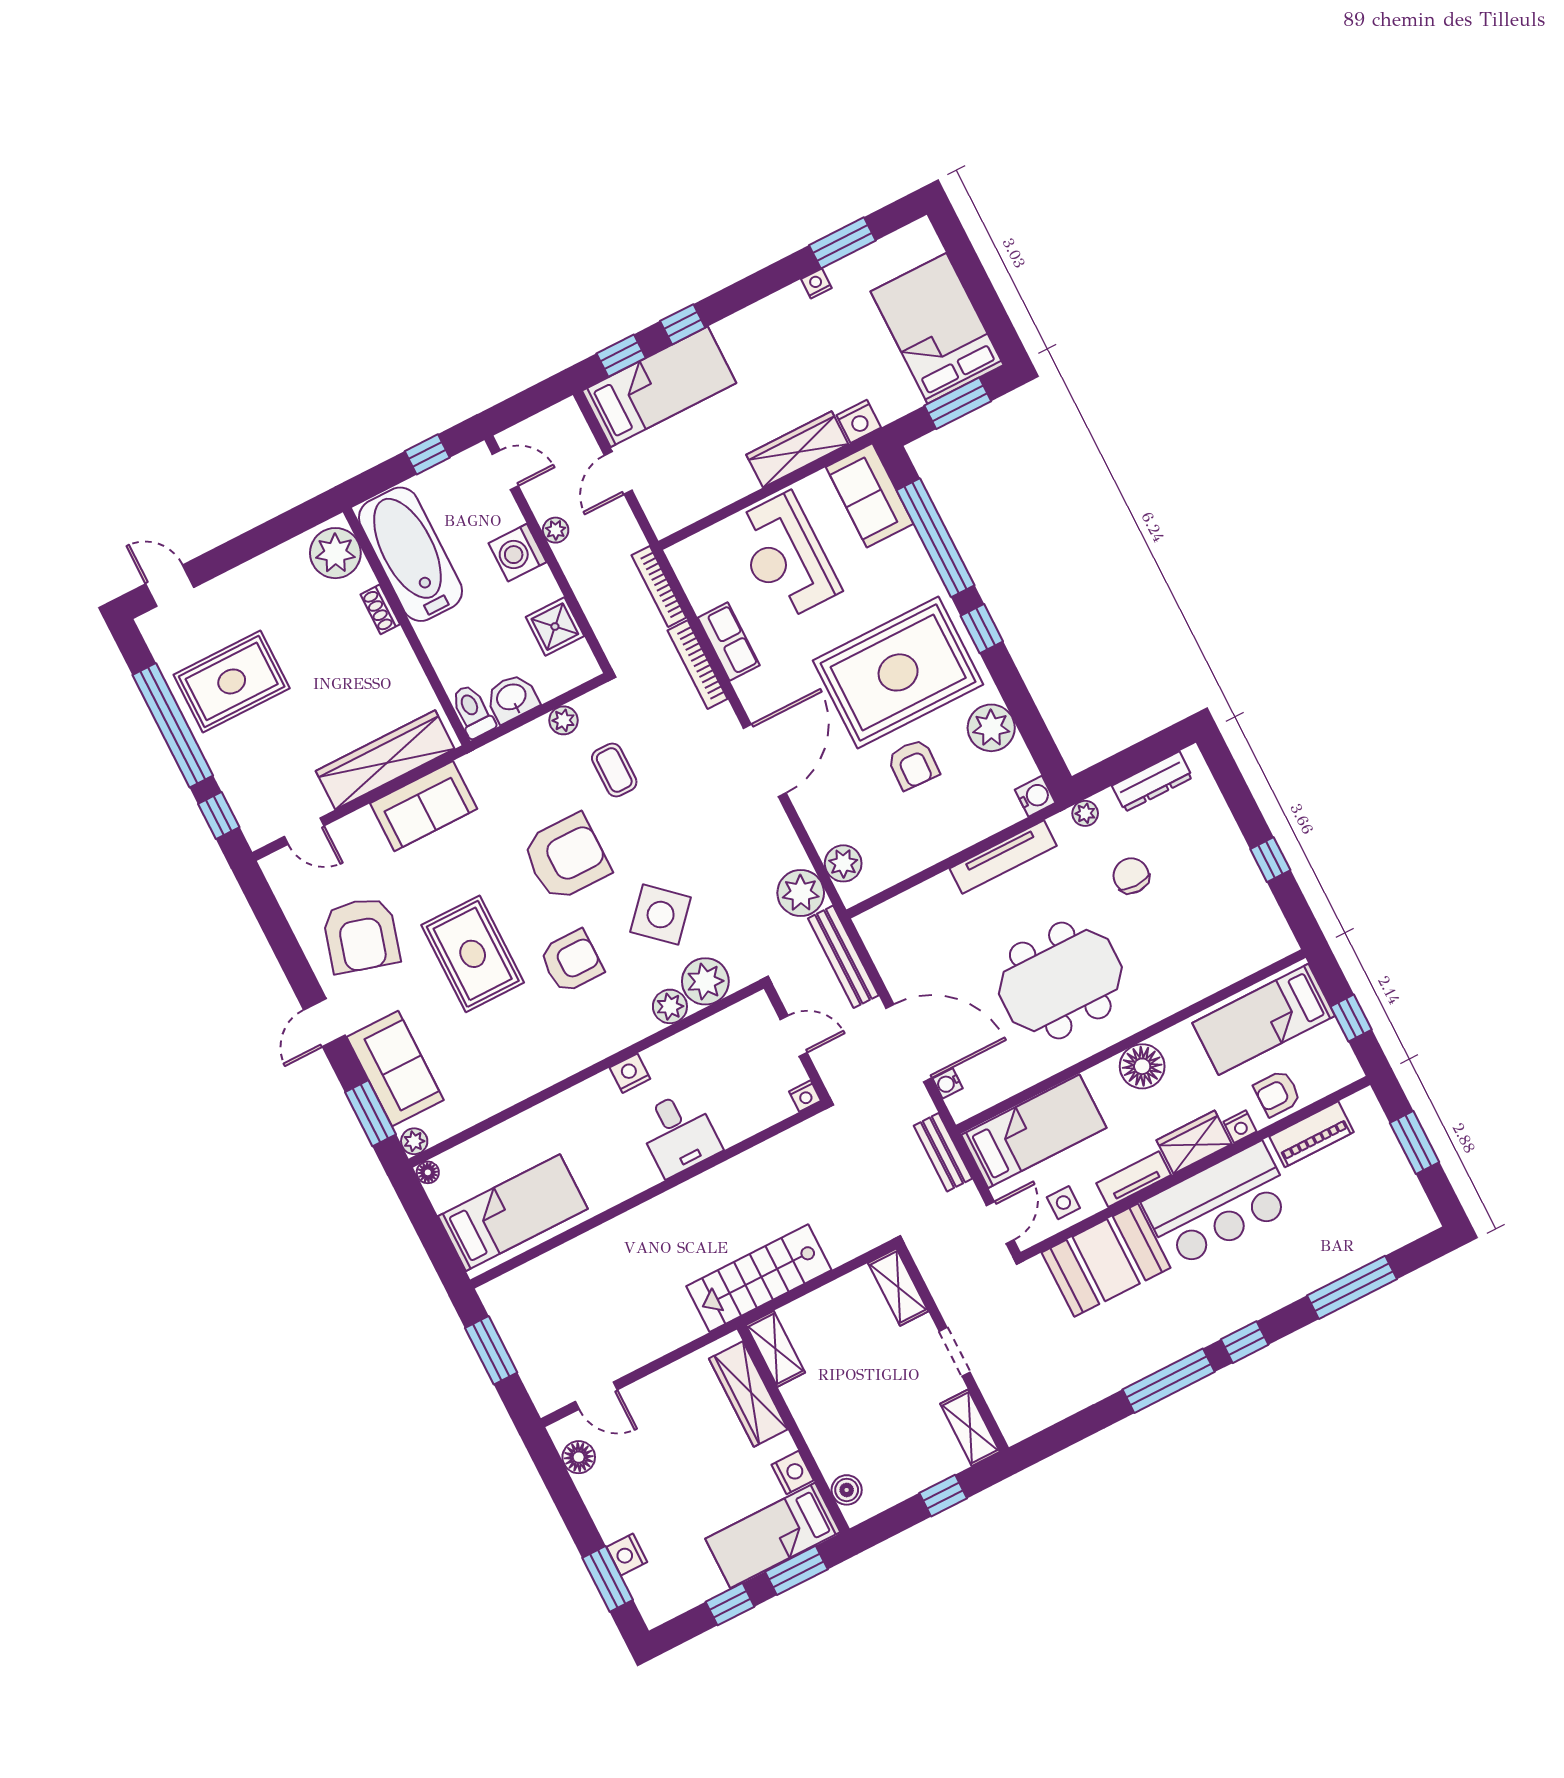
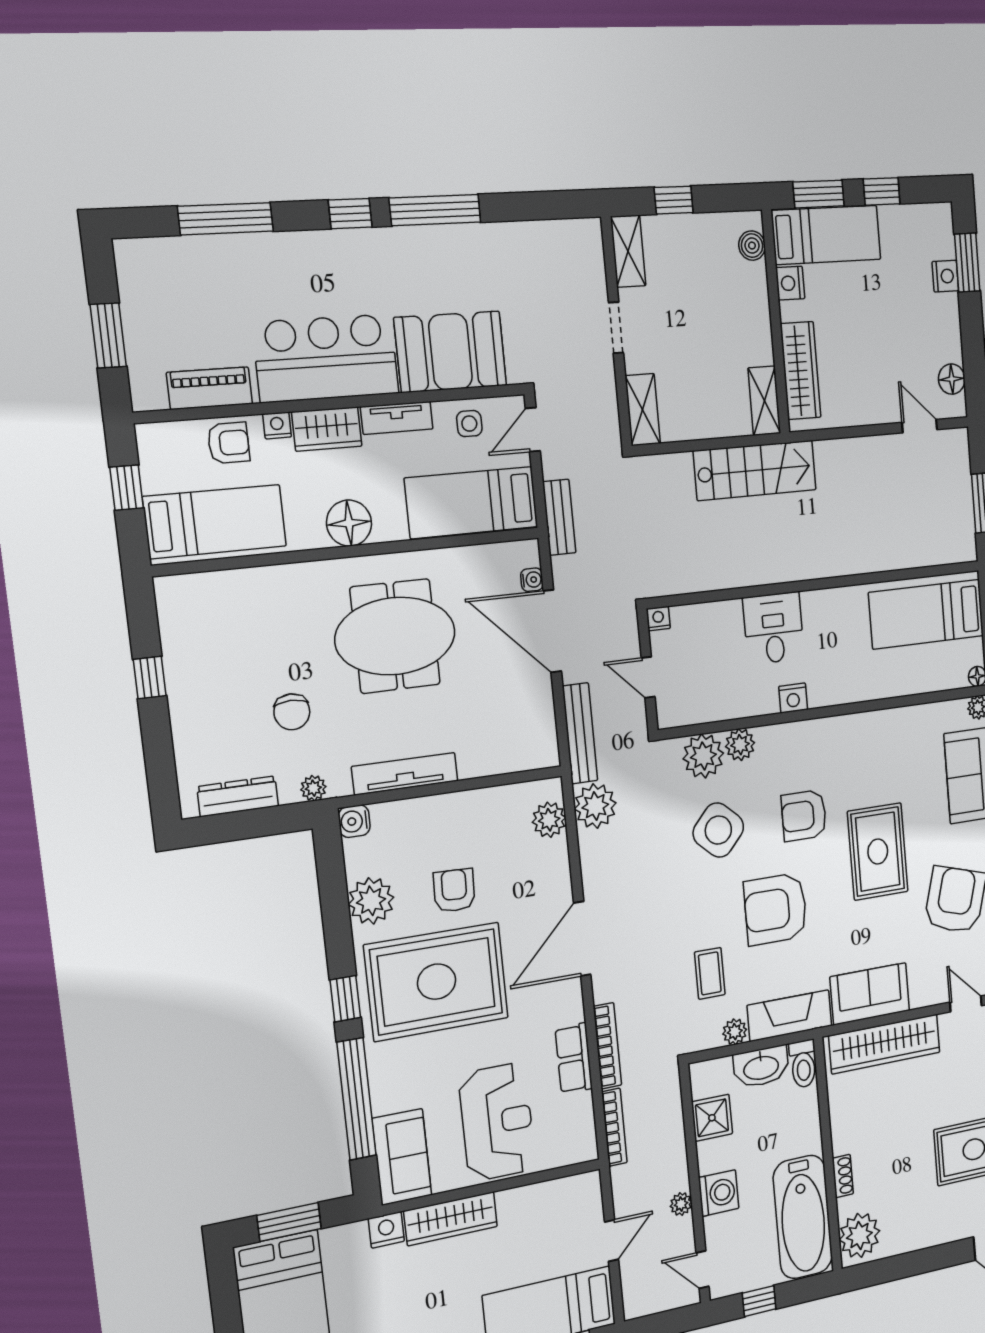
washbasin: (512, 698) -> (761, 1067), width x1.38
fireplace: (508, 755) -> (790, 1016), added

